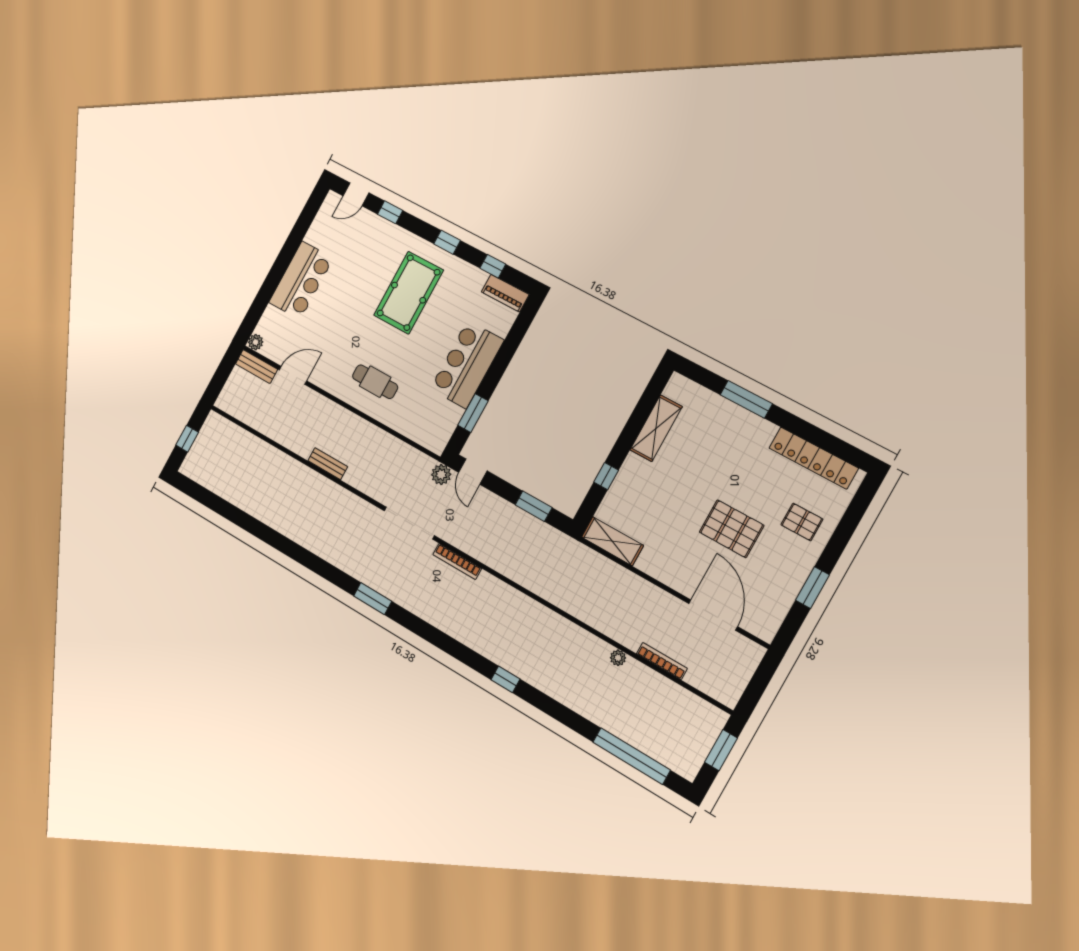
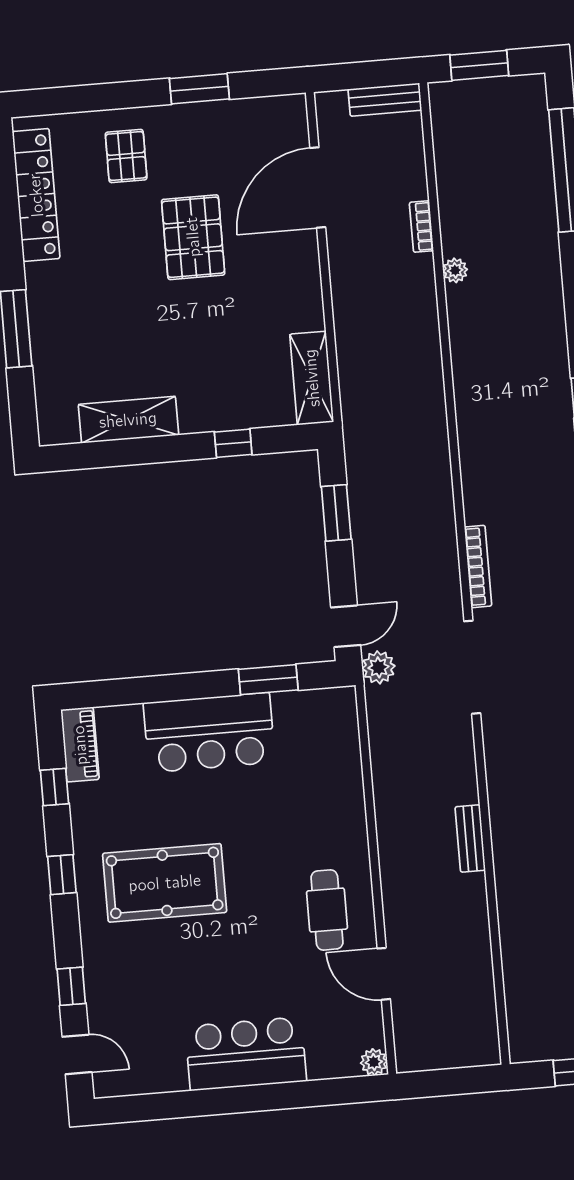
bench: (256, 367) -> (385, 100), moved, turned 90
cafe table: (375, 382) -> (327, 910), moved
bookcase: (662, 661) -> (421, 227), width x0.64

